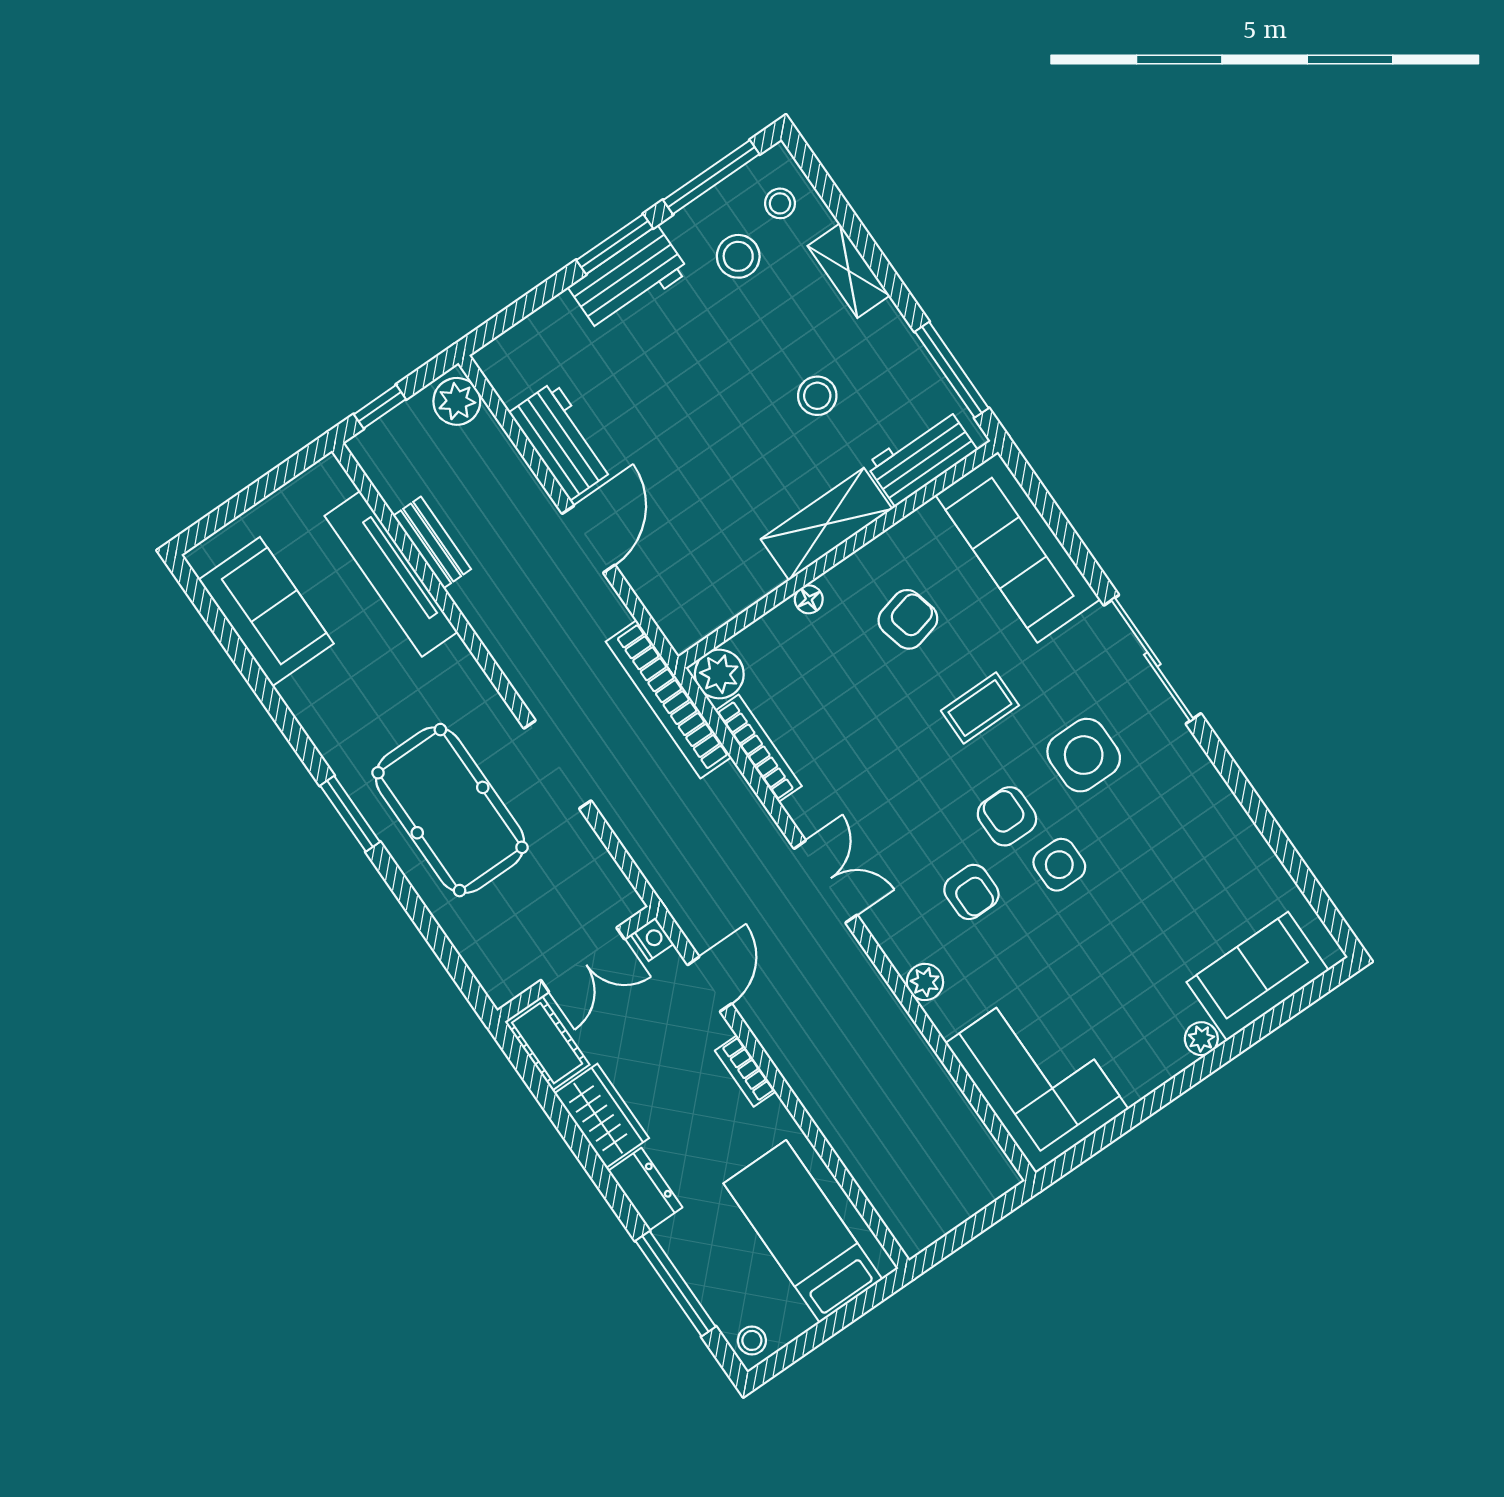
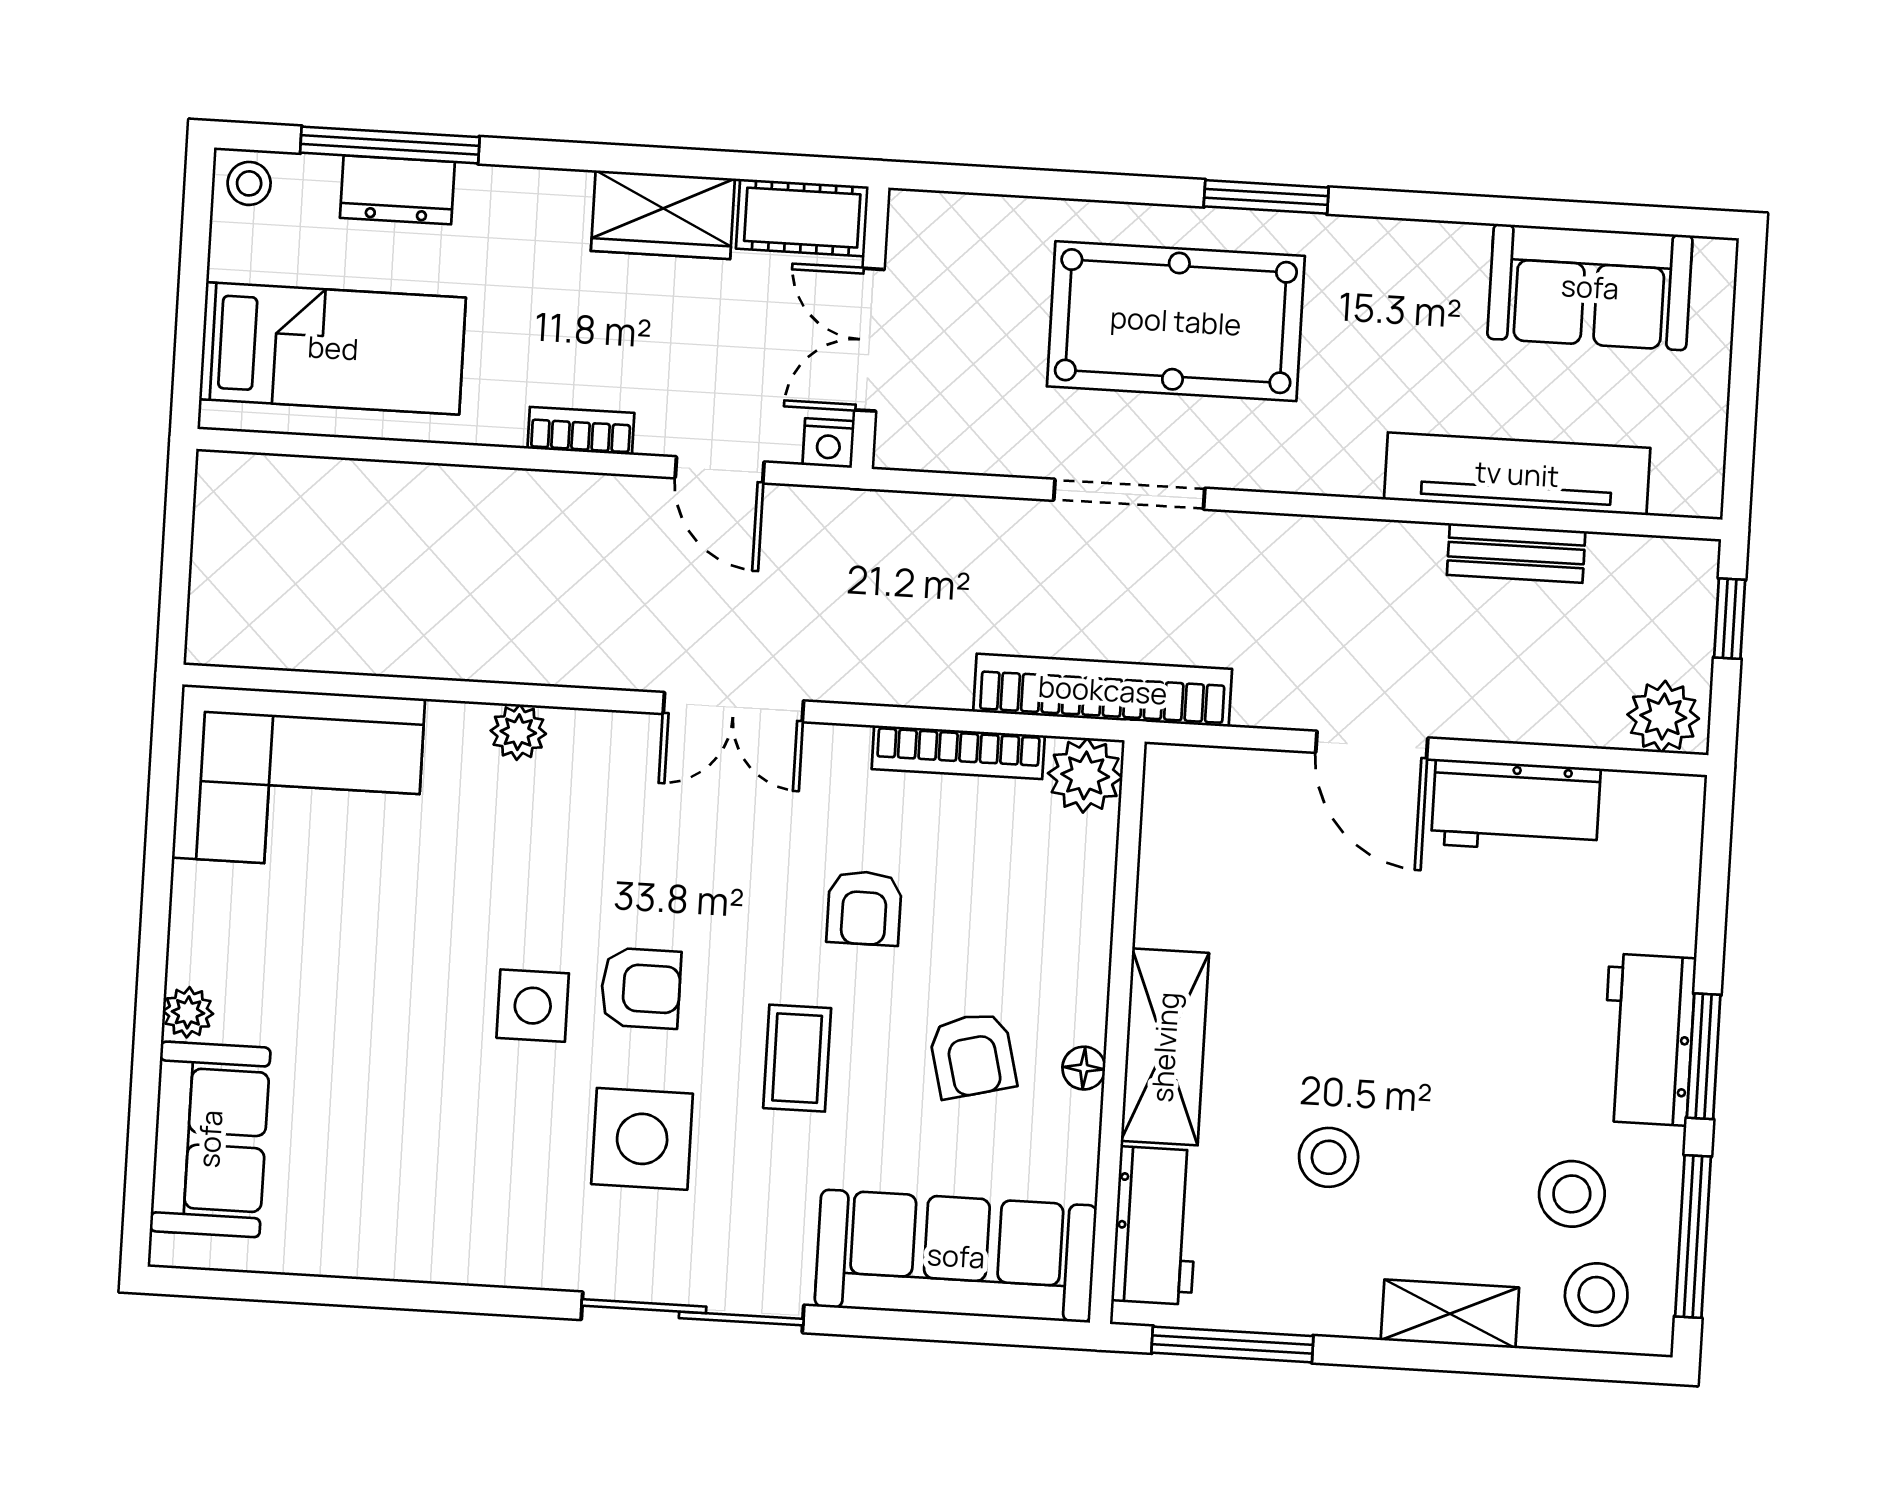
stool: (780, 203) -> (1596, 1295), width x1.37, depth x1.37
floor lamp: (809, 599) -> (1084, 1068), moved
armchair: (971, 892) -> (864, 908), moved, turned -90
dresser: (645, 1189) -> (397, 190), moved

